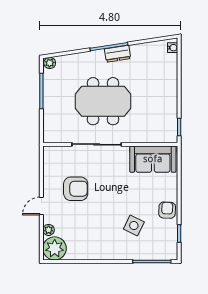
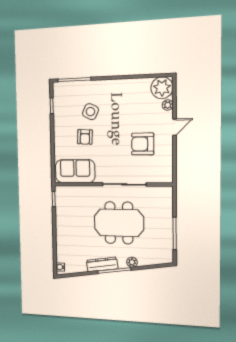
dresser: (118, 54) -> (102, 264), width x1.44
plant: (50, 63) -> (132, 262), moved
armchair: (167, 210) -> (85, 137), moved

